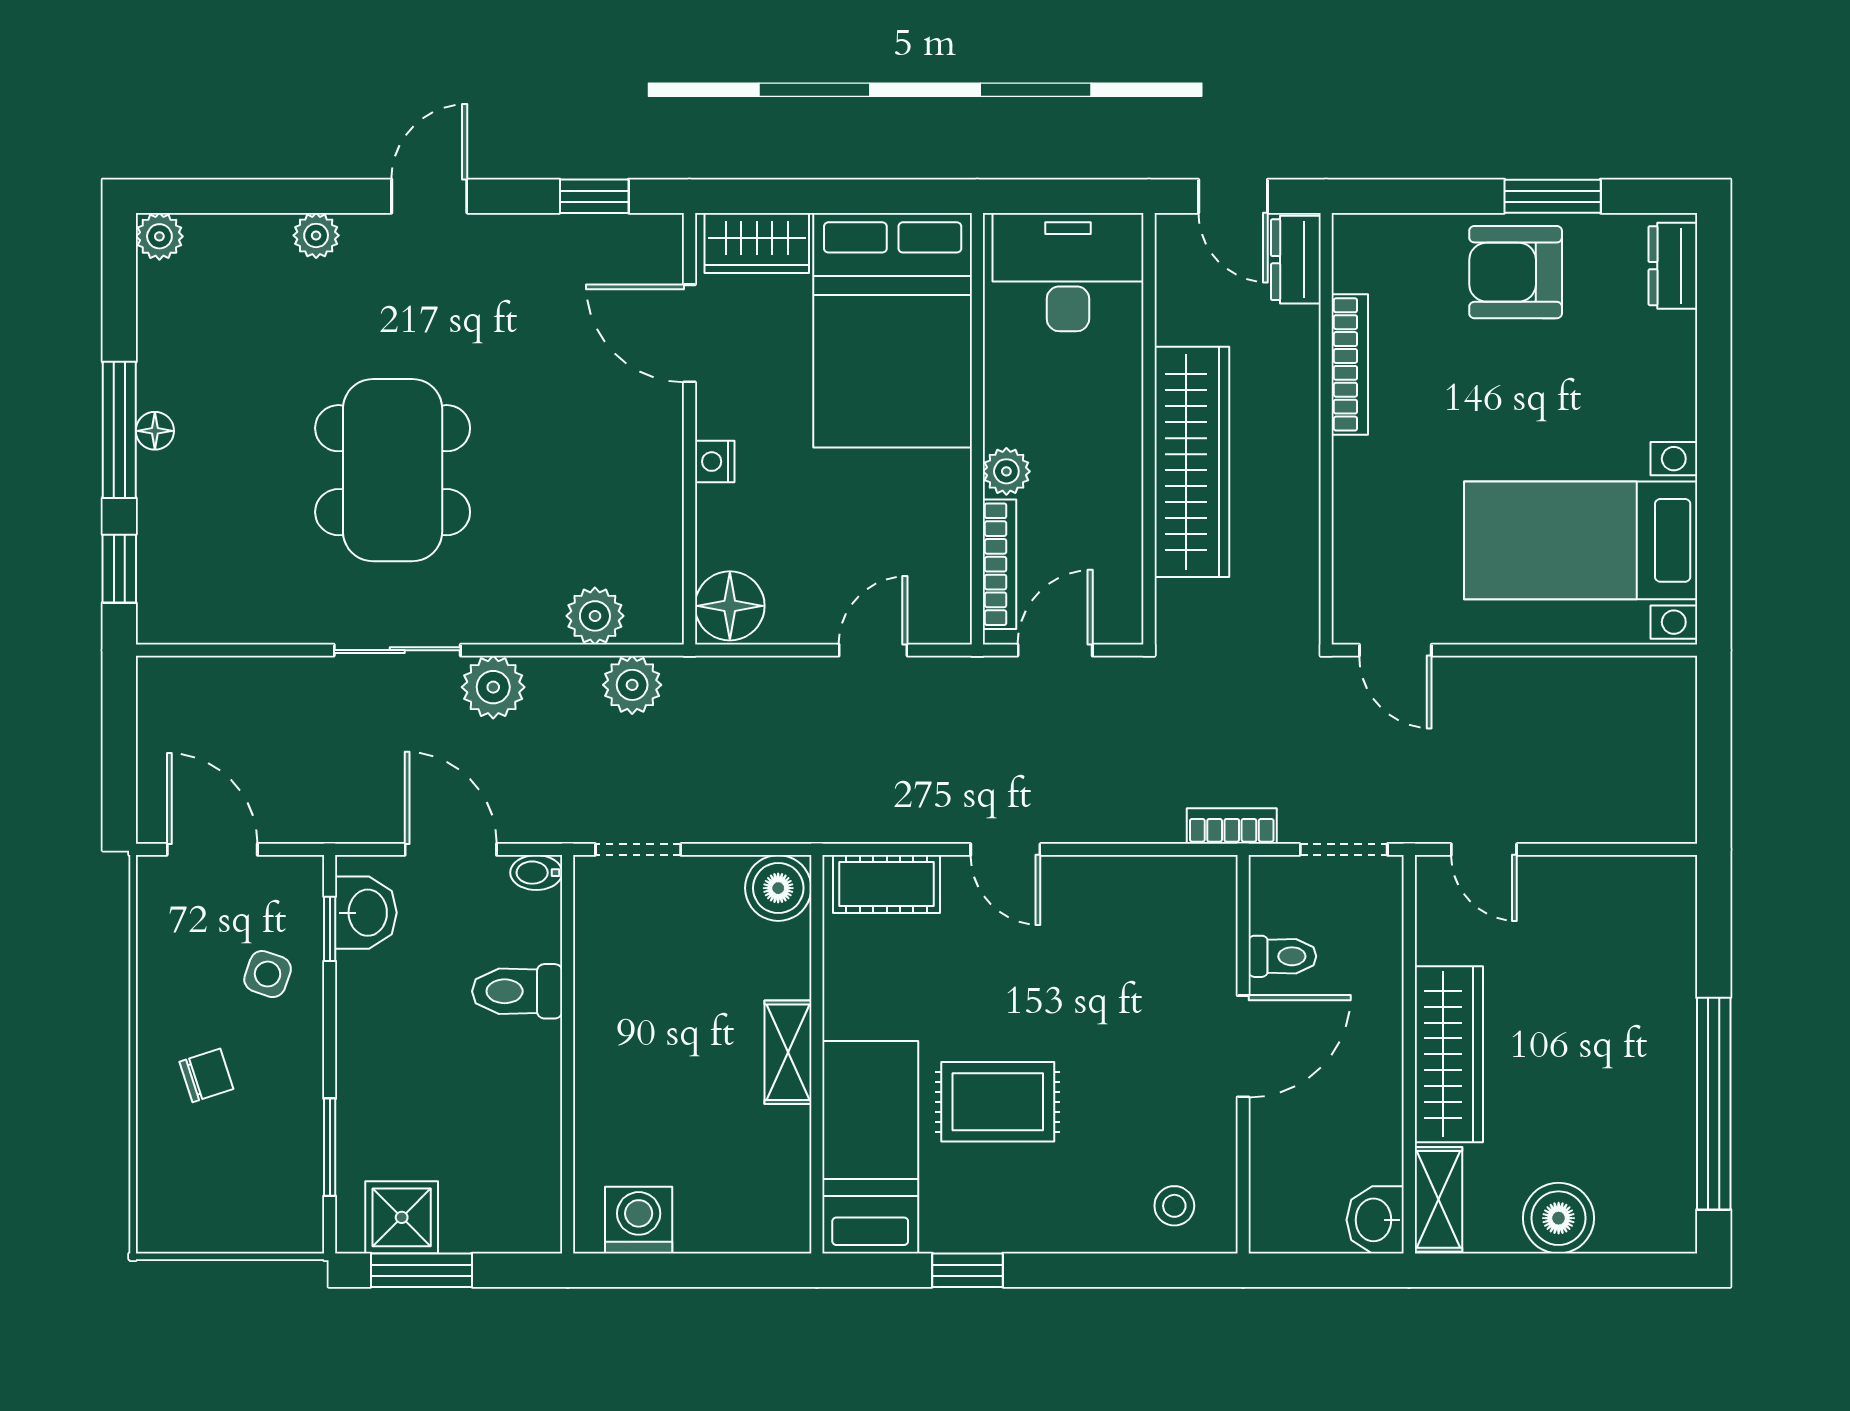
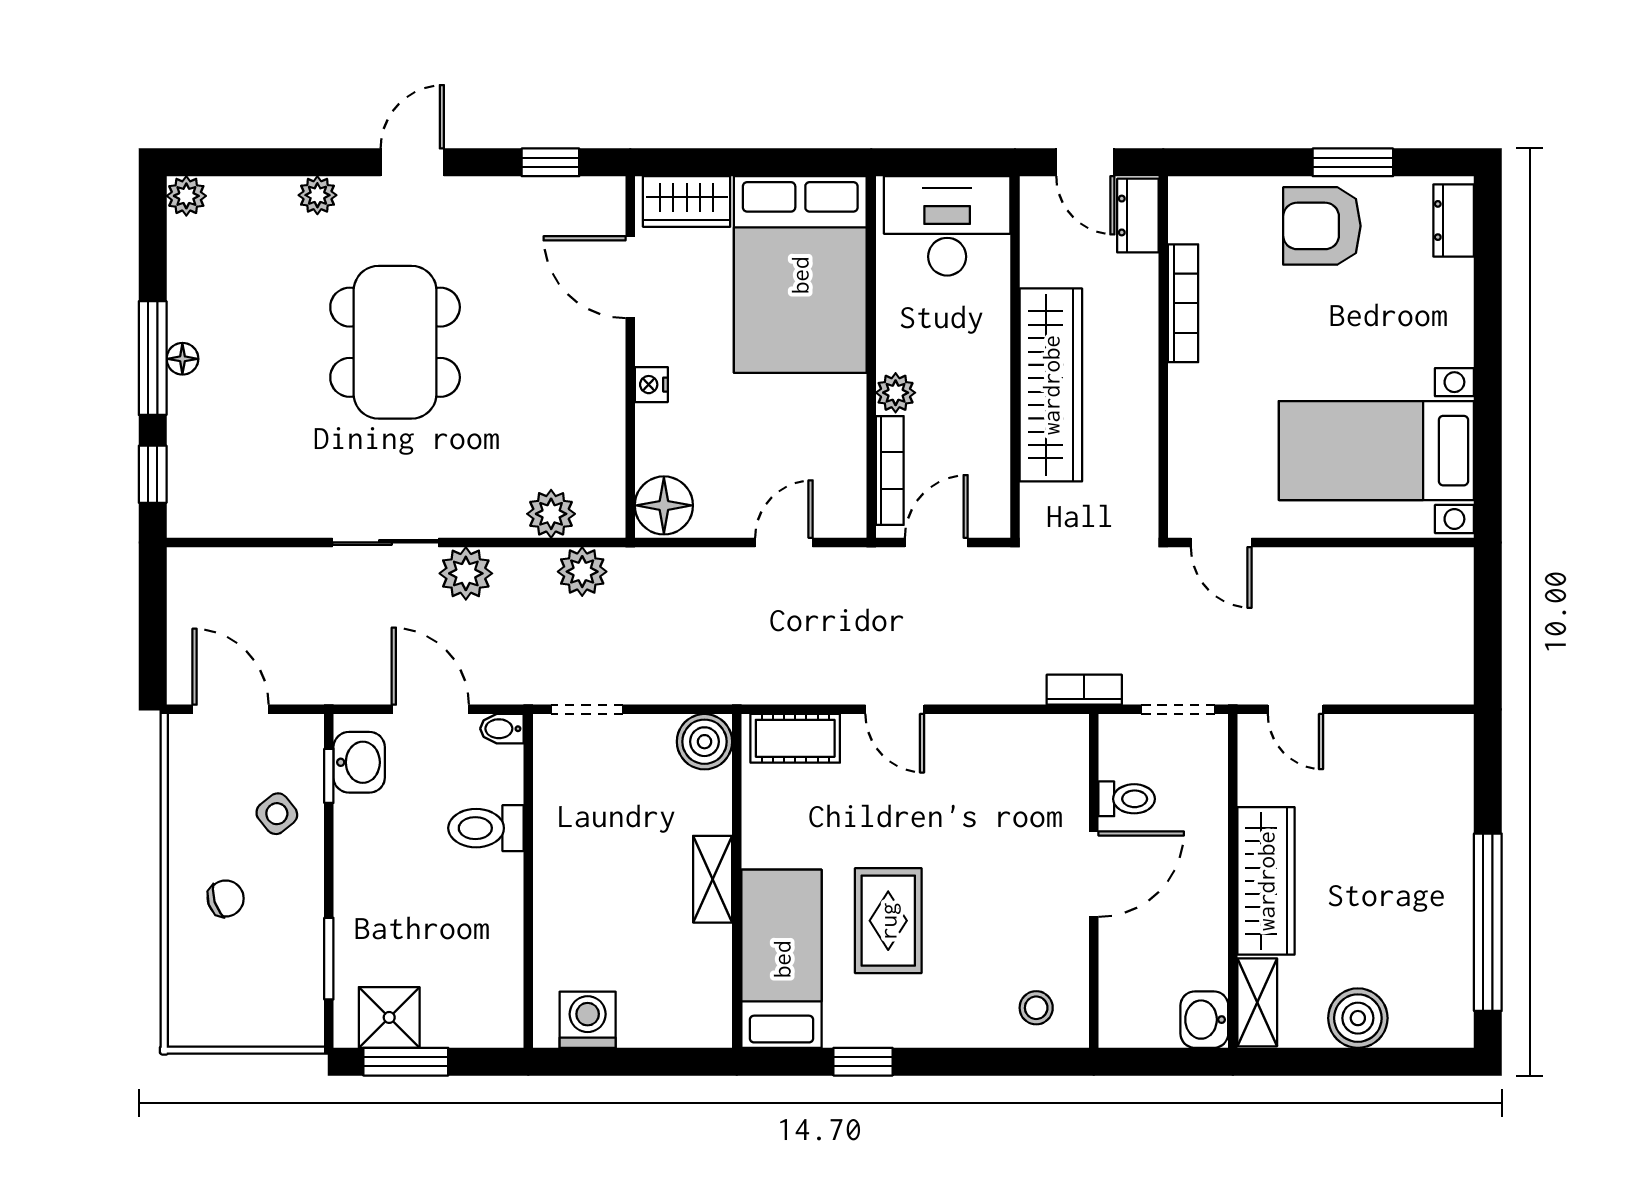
dining table: (393, 470) -> (395, 342), moved
side table: (268, 974) -> (277, 814), turned 32
rug: (998, 1102) -> (888, 921), turned 90

